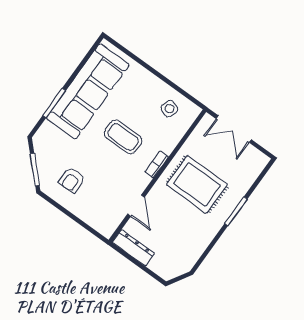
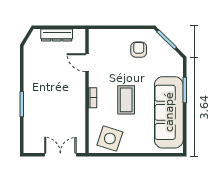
side table: (169, 109) -> (110, 138), width x1.87, depth x1.87
coffee table: (123, 137) -> (126, 100), turned 90
rug: (197, 184) -> (58, 103), removed
dresser: (133, 248) -> (57, 35), moved

